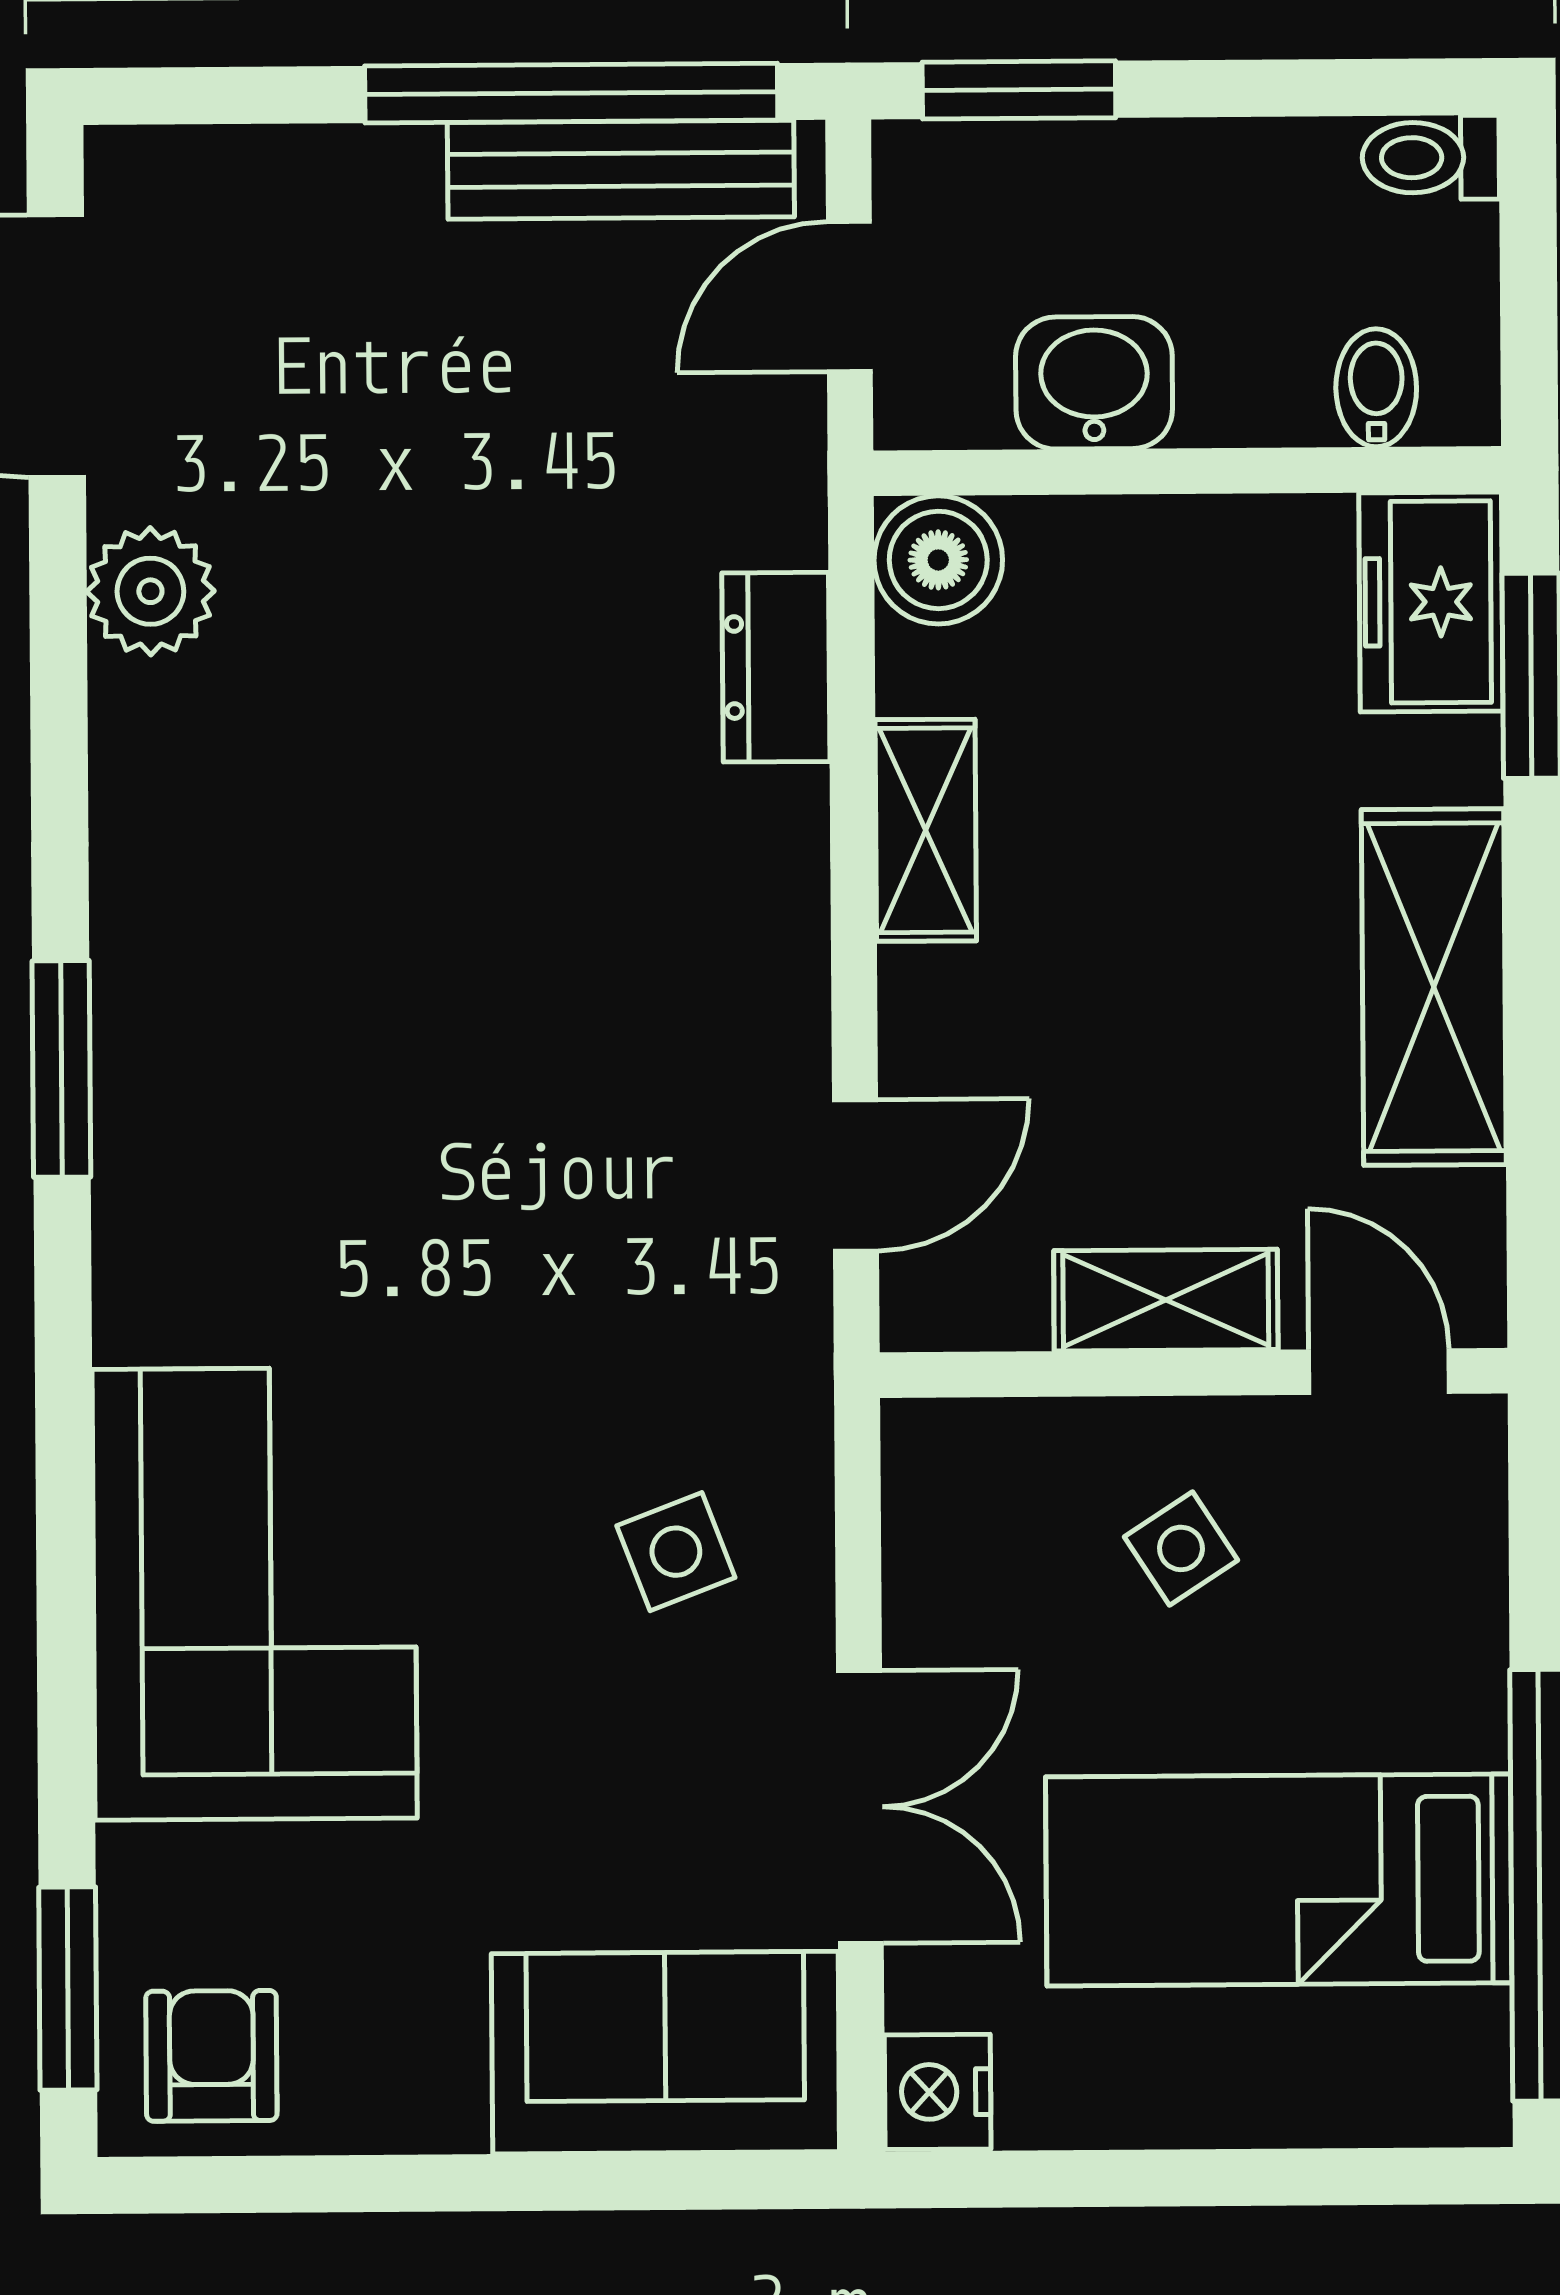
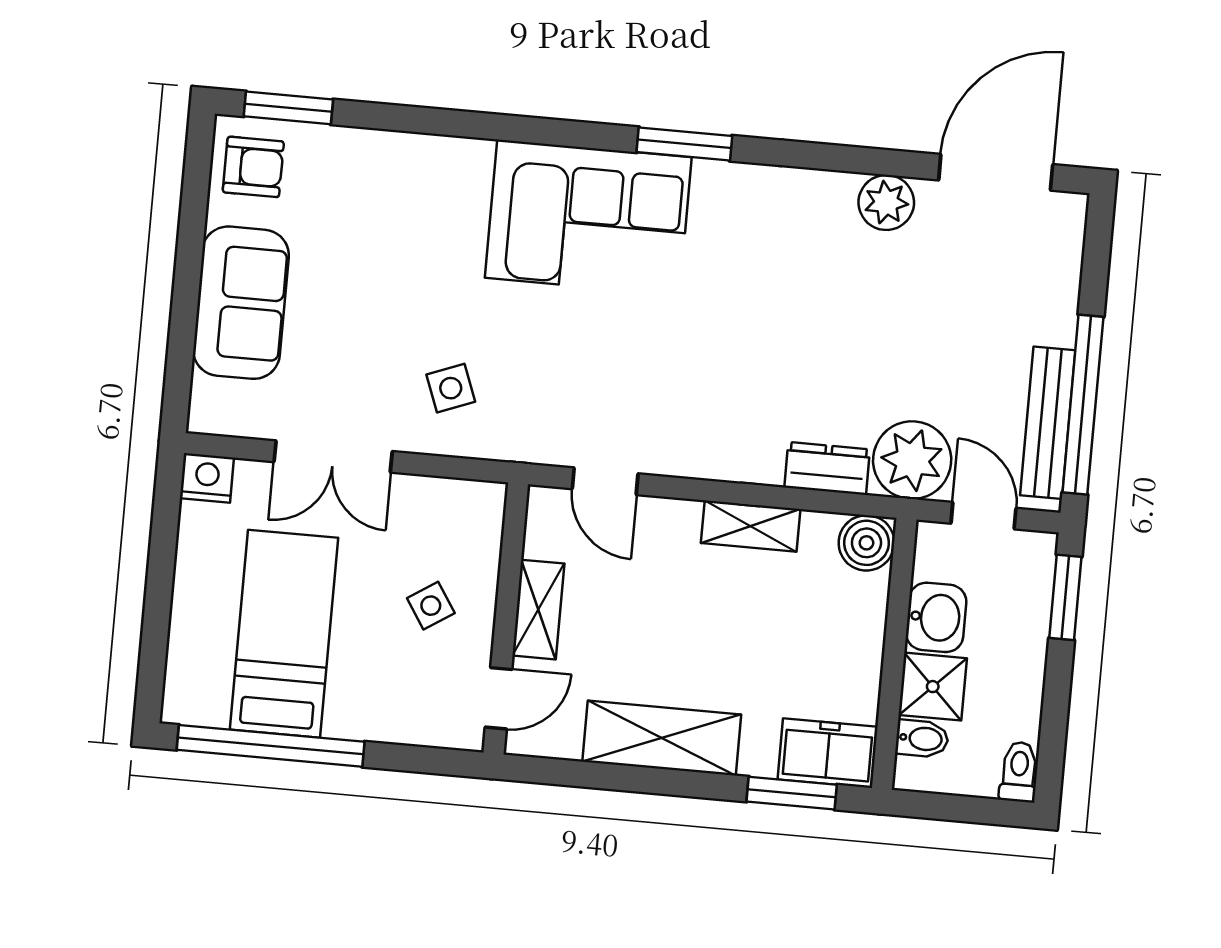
shower: (1254, 375) -> (933, 687), added
plant: (738, 473) -> (912, 460), added
corner sofa: (255, 1594) -> (588, 218), moved
sofa: (665, 2053) -> (241, 303), moved

